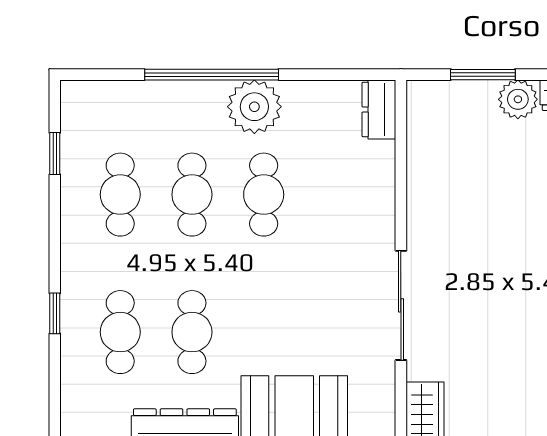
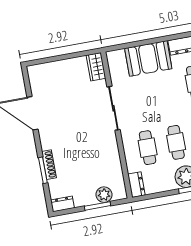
plant: (518, 99) -> (104, 195), moved
cafe table: (335, 195) -> (148, 148), added

